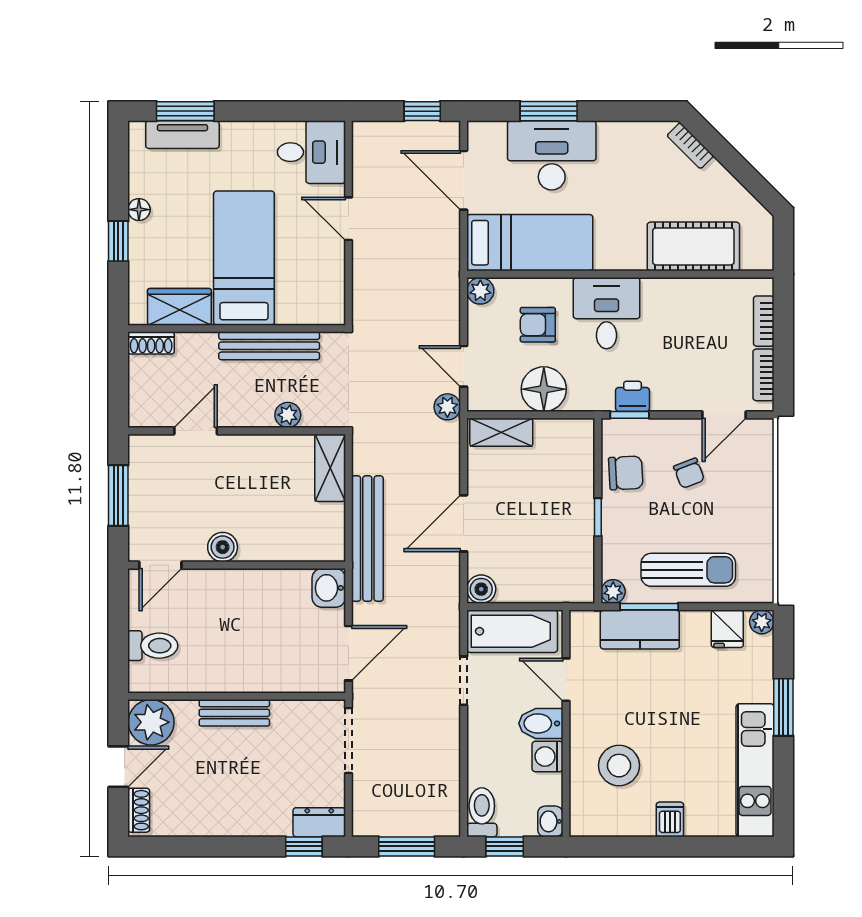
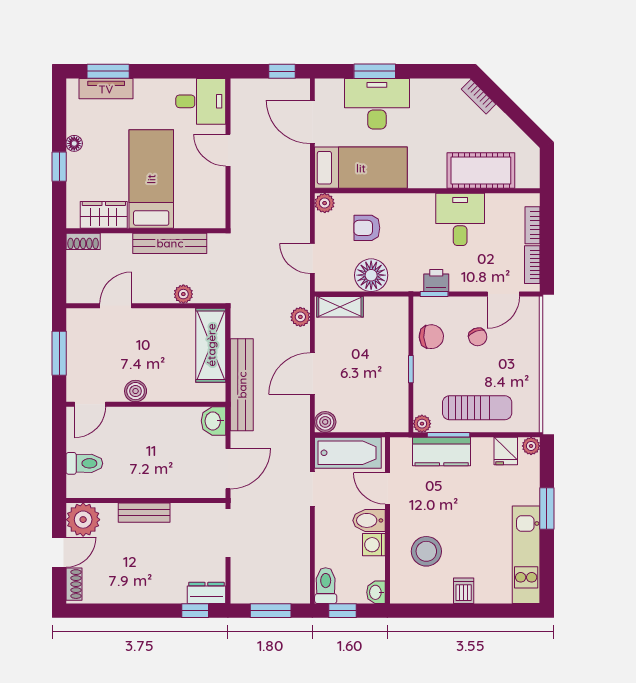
desk: (607, 313) -> (460, 219), moved
plant: (447, 407) -> (300, 317), moved
shelving: (330, 468) -> (211, 345), width x1.50, depth x1.33

